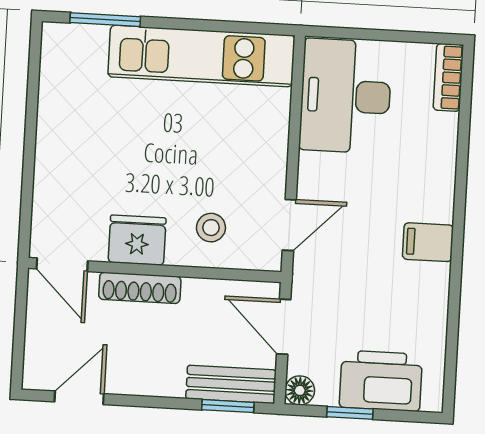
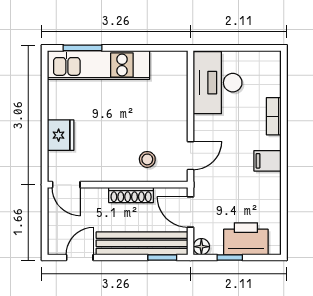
kitchen unit: (201, 56) -> (98, 65), moved
bookcase: (448, 77) -> (274, 116), moved
fridge: (137, 240) -> (61, 135), moved, turned 90
shoe rack: (140, 288) -> (131, 195), moved
bench: (231, 384) -> (142, 243), width x1.86, depth x1.21

